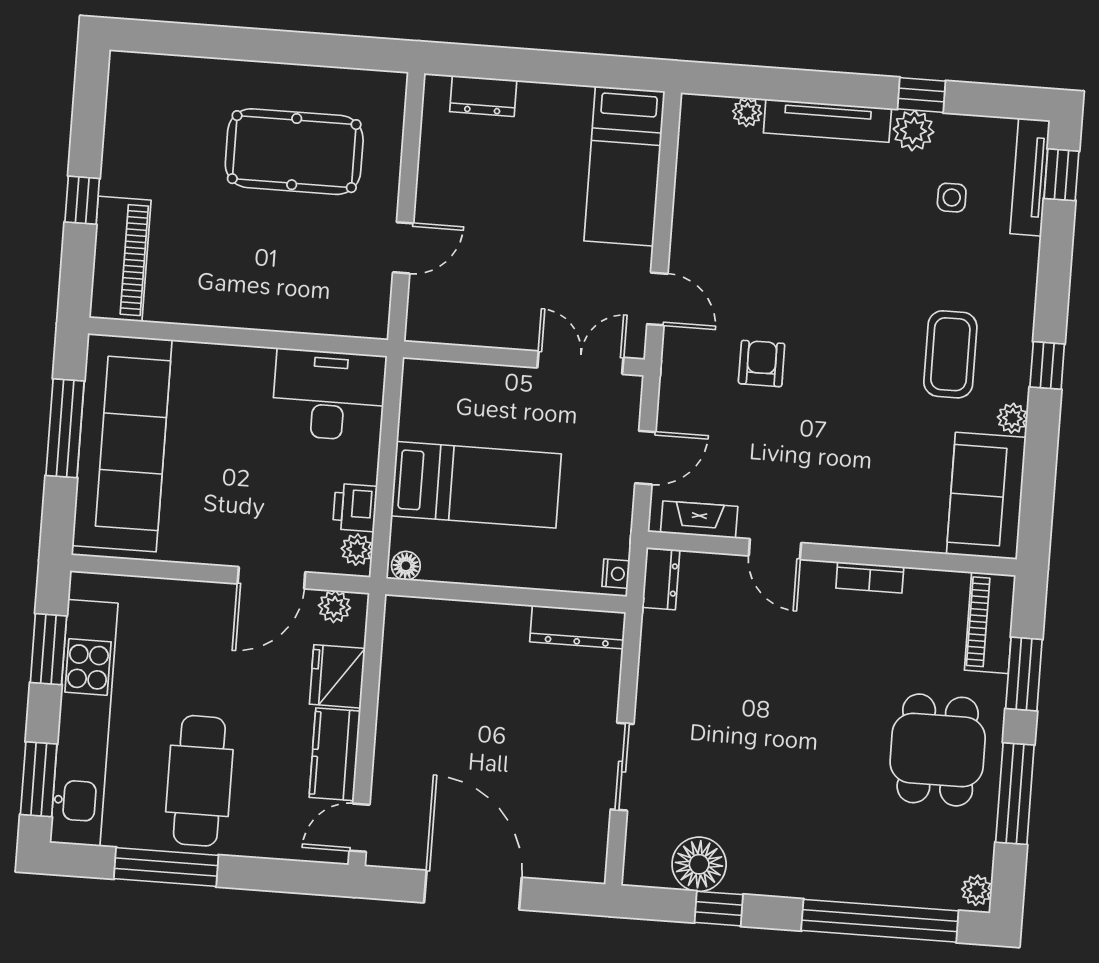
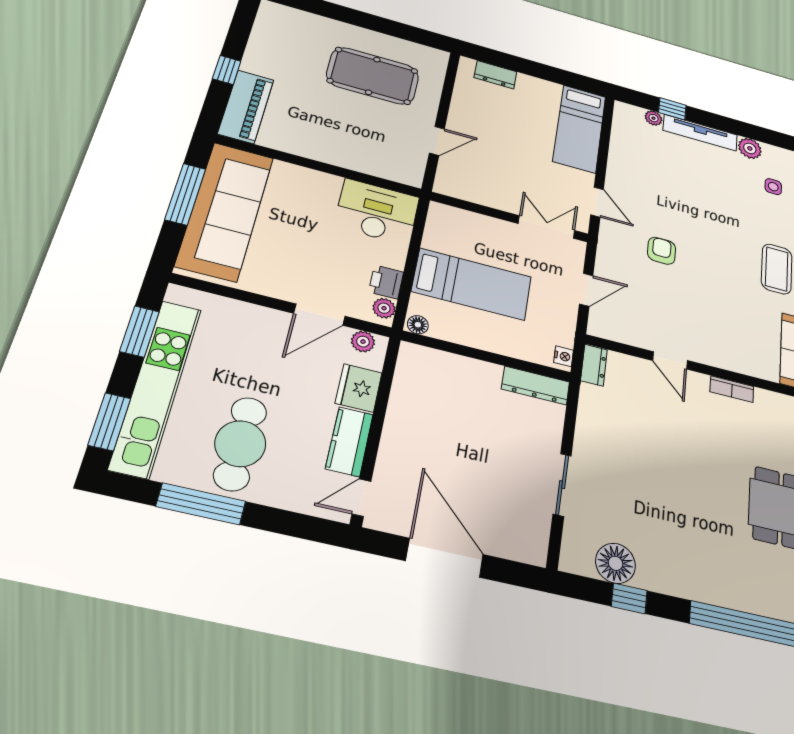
window: (921, 95) -> (672, 109), moved
fireplace: (699, 520) -> (620, 333), removed

